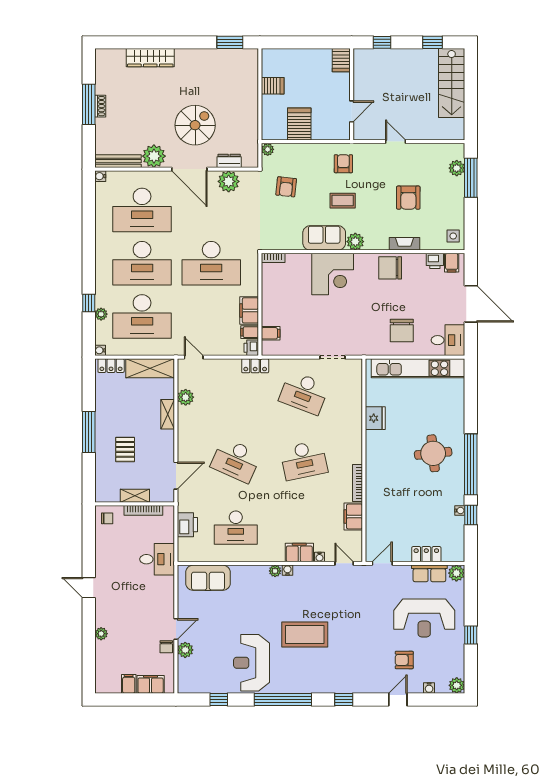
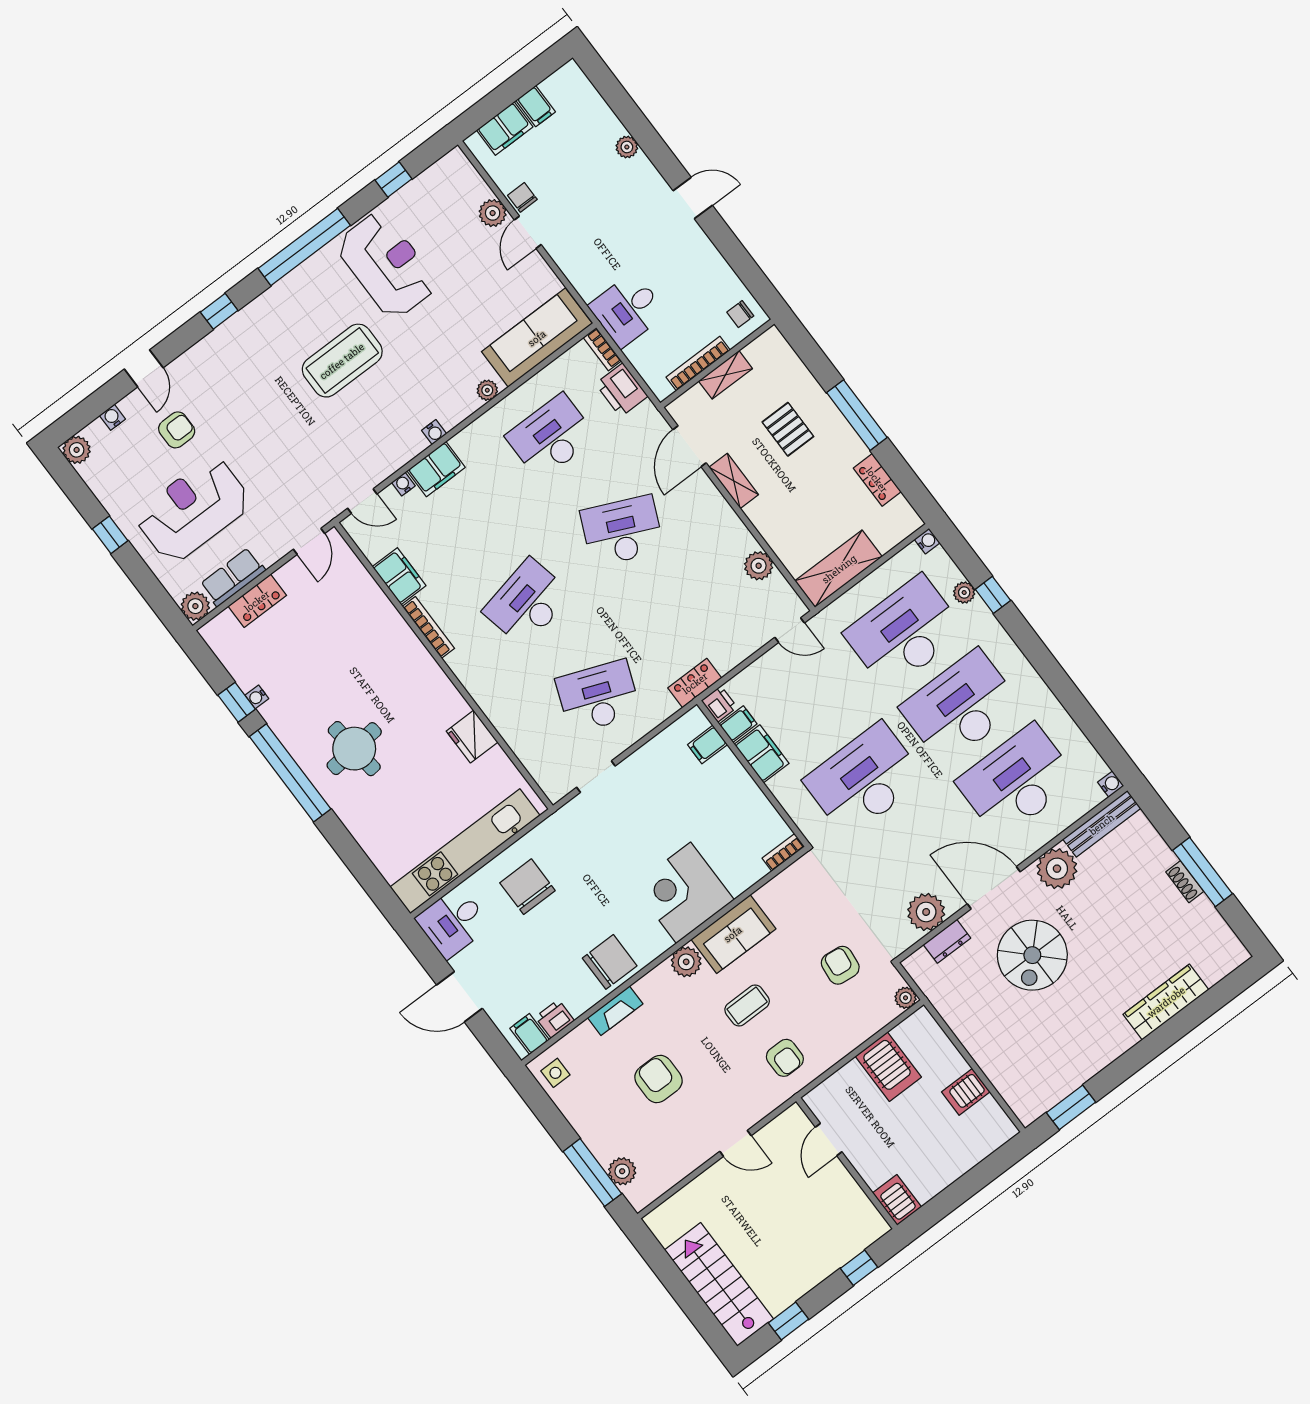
door: (471, 304) -> (459, 997), width x0.73
locker: (111, 366) -> (877, 480), moved, turned -90
shelving: (168, 414) -> (734, 481), moved
bookcase: (182, 550) -> (602, 349), added
plant: (275, 571) -> (487, 390), moved
sofa: (208, 578) -> (537, 338), width x1.36

